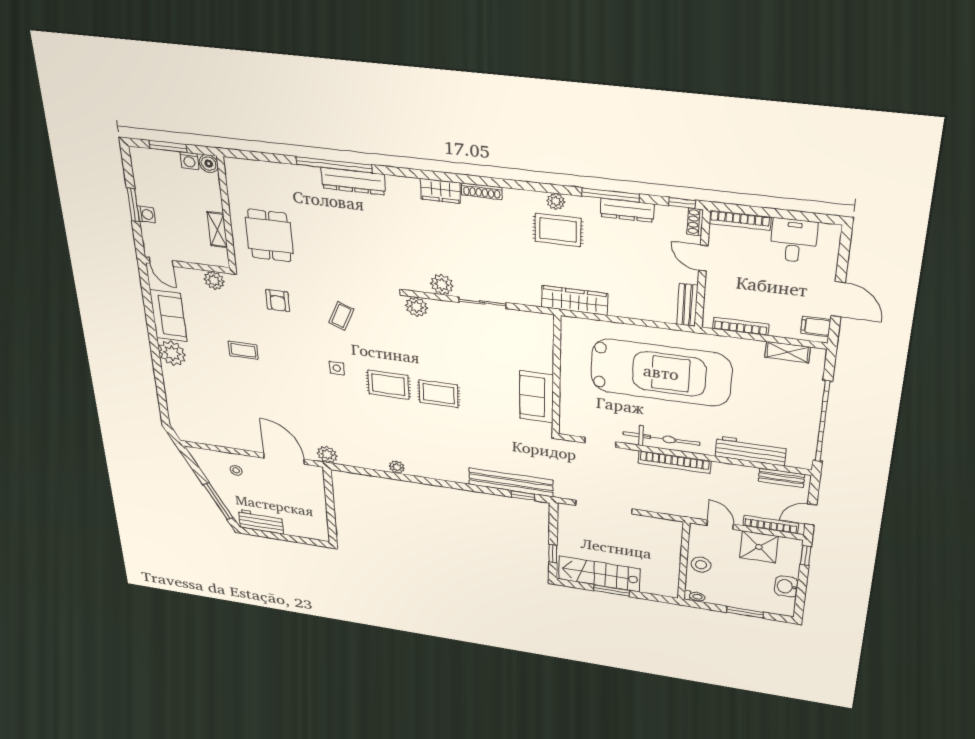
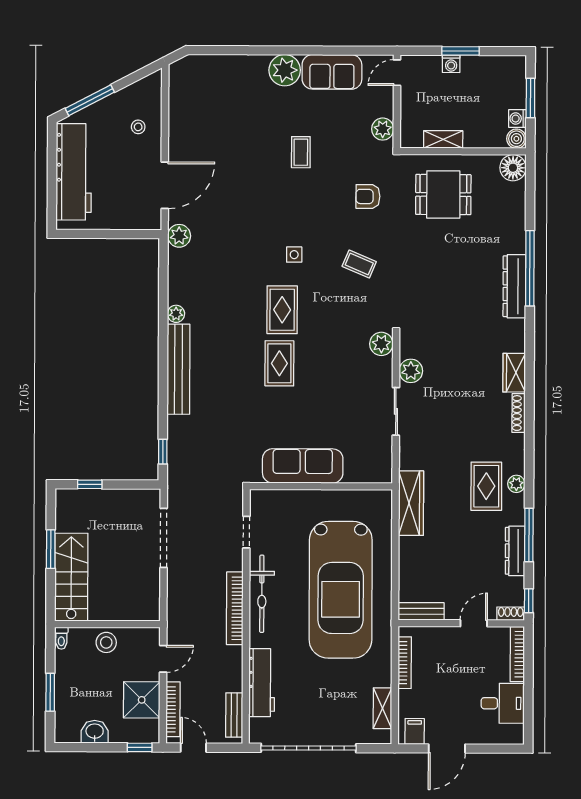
floor lamp: (237, 170) -> (513, 168), added
sofa: (536, 397) -> (303, 466), width x1.36
bench: (511, 482) -> (178, 369), moved
workbench: (261, 522) -> (74, 172), width x1.88, depth x1.32
stairs: (599, 574) -> (71, 577), moved

